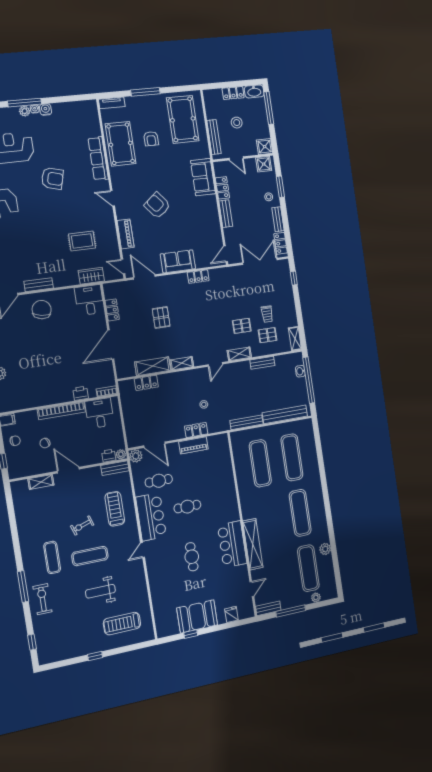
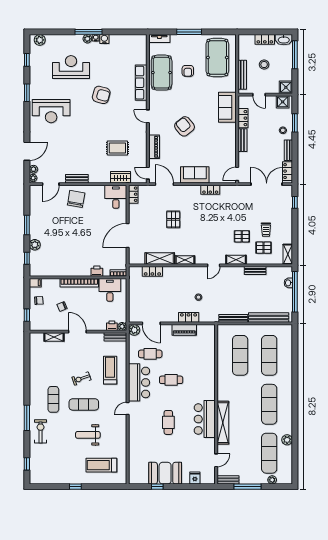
locker: (112, 310) -> (133, 194), moved

